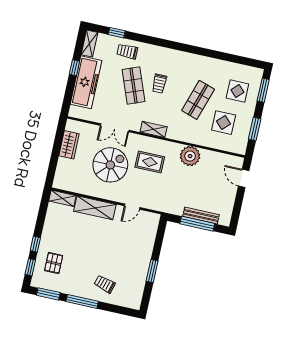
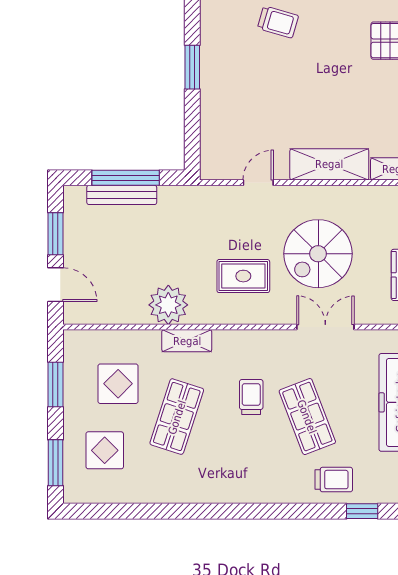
trolley: (159, 84) -> (251, 397), moved
shelving: (154, 129) -> (187, 341), moved
window: (238, 204) -> (55, 234), added

